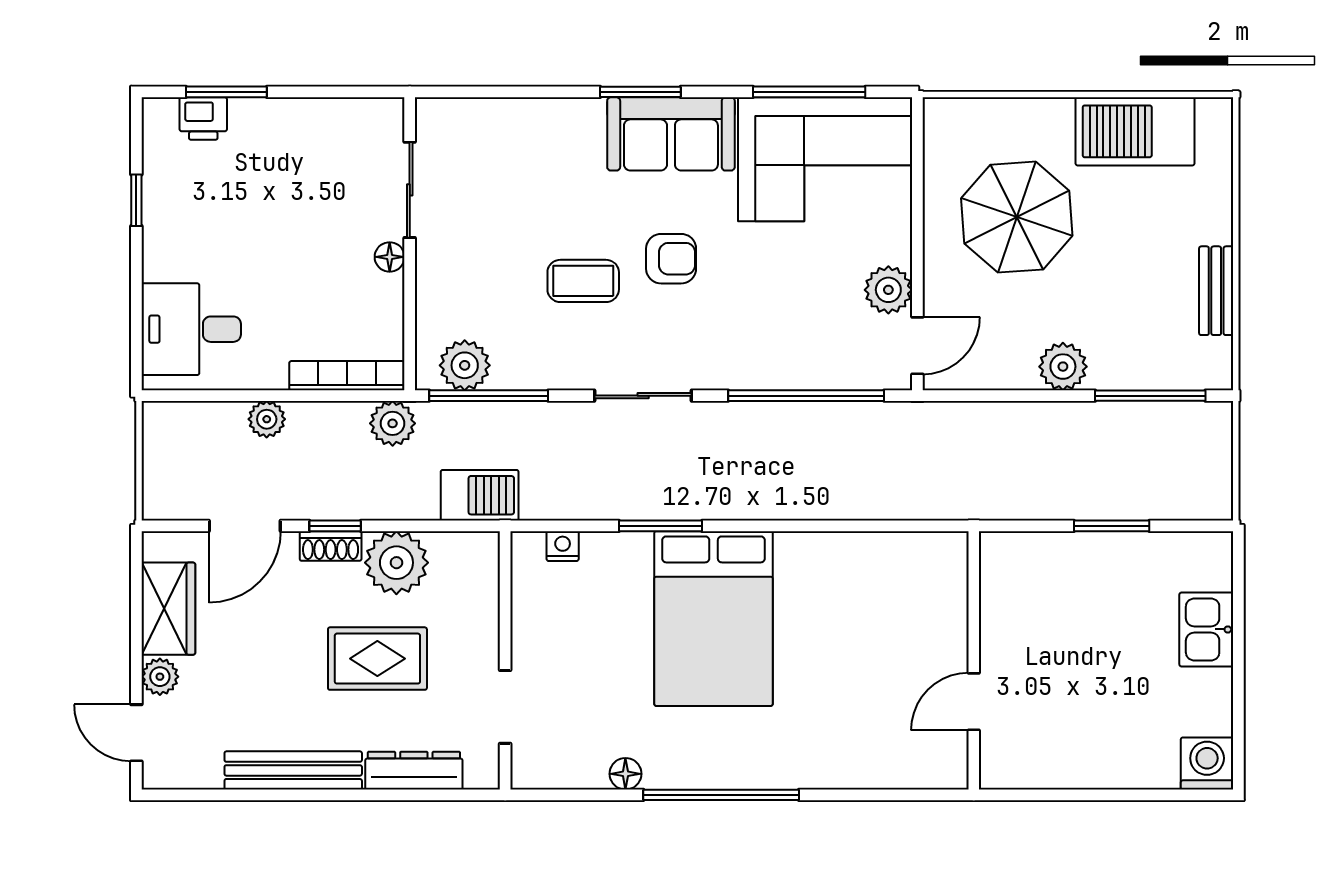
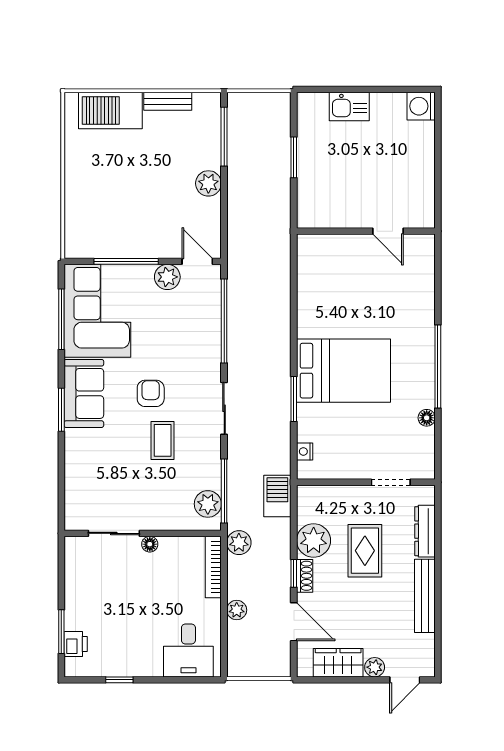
barbecue: (1135, 131) -> (110, 111), moved, turned 90
window: (917, 213) -> (126, 261), added
parasol: (1017, 217) -> (128, 208), removed

